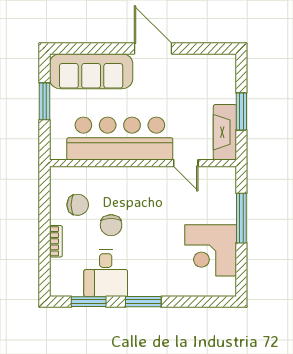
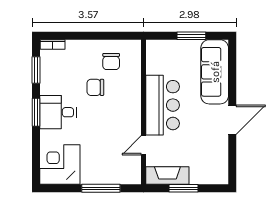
bar counter: (120, 138) -> (163, 105), width x0.73
bookcase: (56, 241) -> (53, 45), moved
corner desk: (211, 250) -> (60, 165), moved
desk: (106, 273) -> (58, 112), moved

